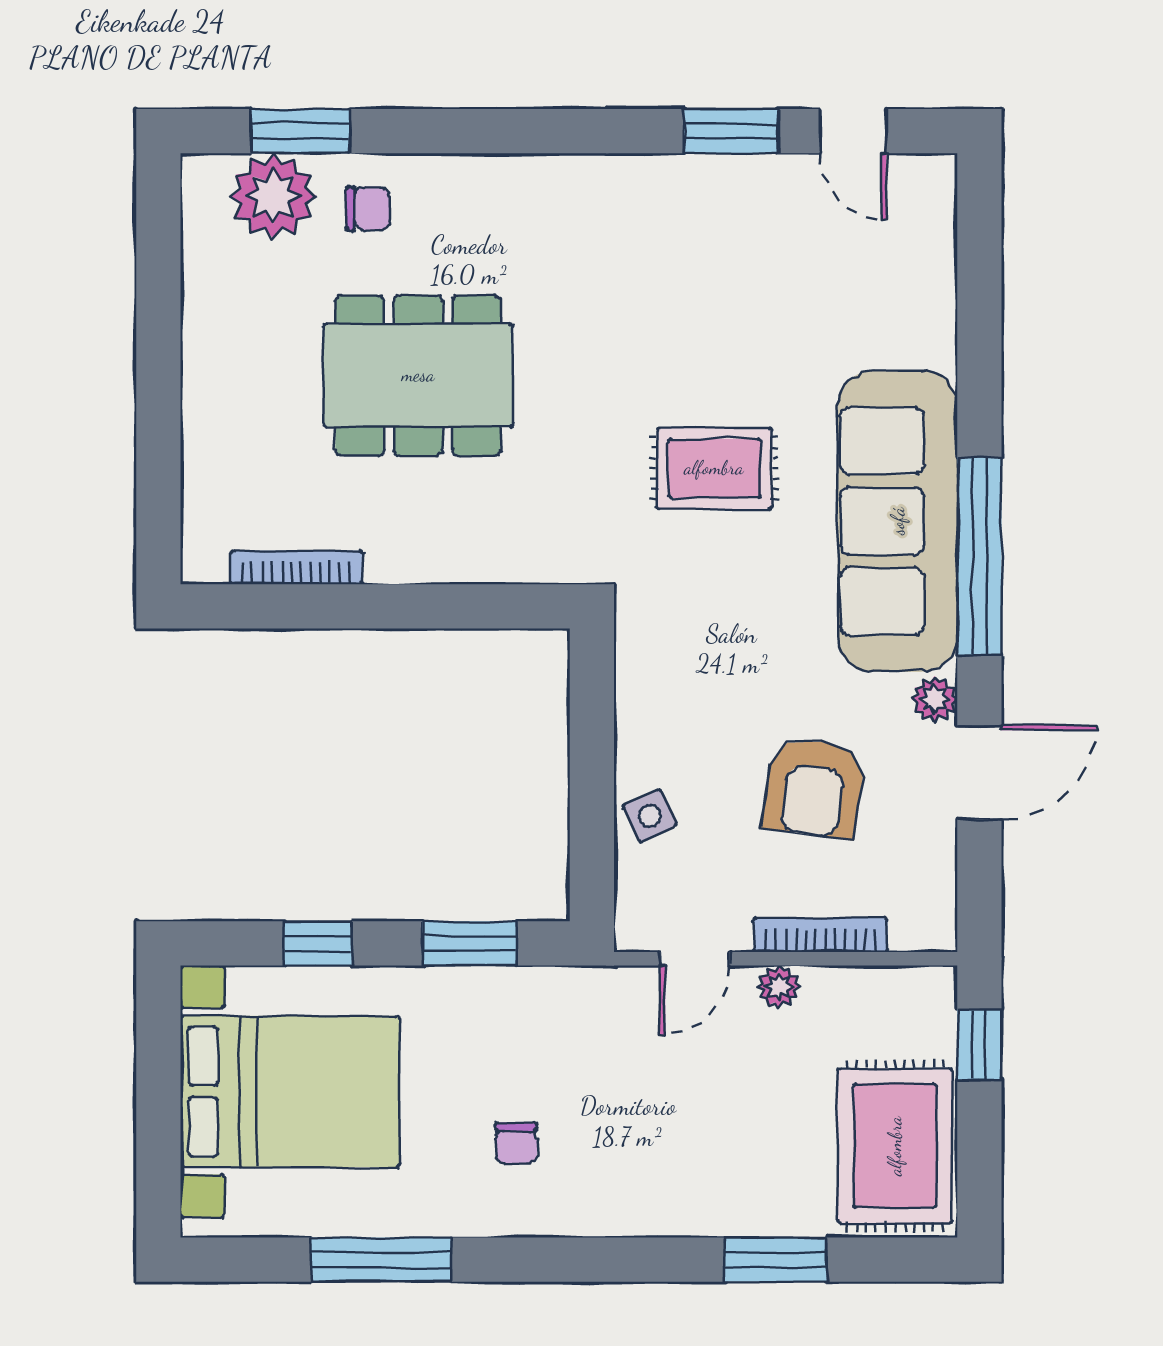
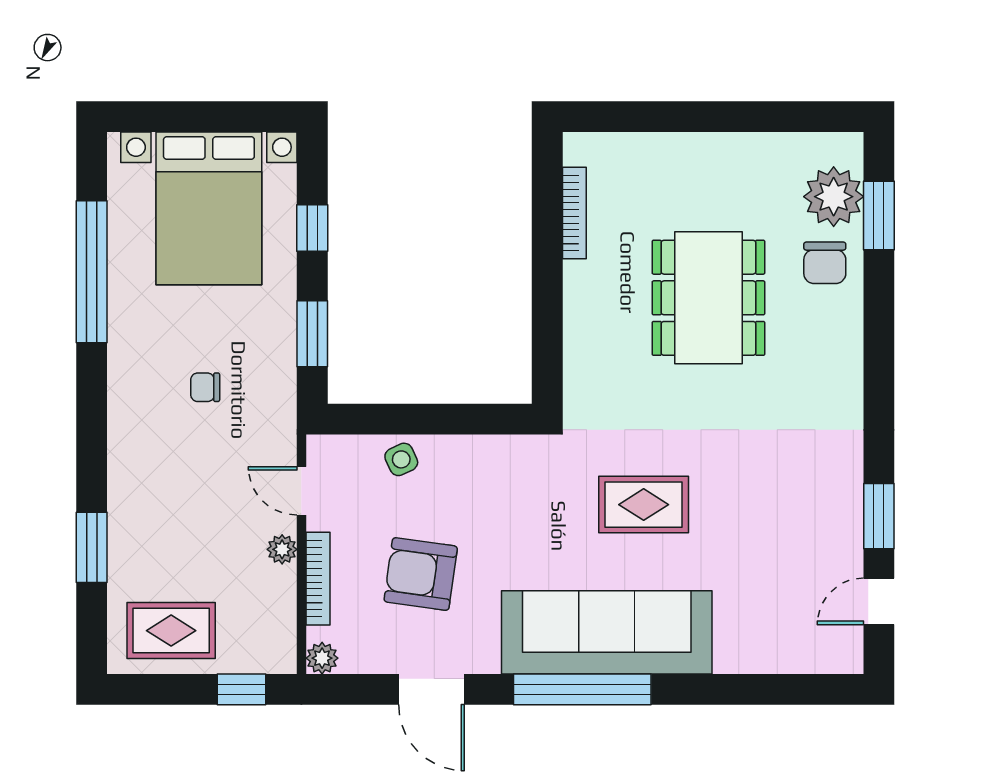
chair: (368, 209) -> (825, 263), width x1.37, depth x1.37
rug: (714, 468) -> (644, 505), turned 90
plant: (935, 699) -> (322, 658), moved
chair: (516, 1143) -> (205, 387), moved
rug: (895, 1146) -> (171, 631), width x0.73, depth x0.70
window: (381, 1260) -> (92, 272), width x1.46

